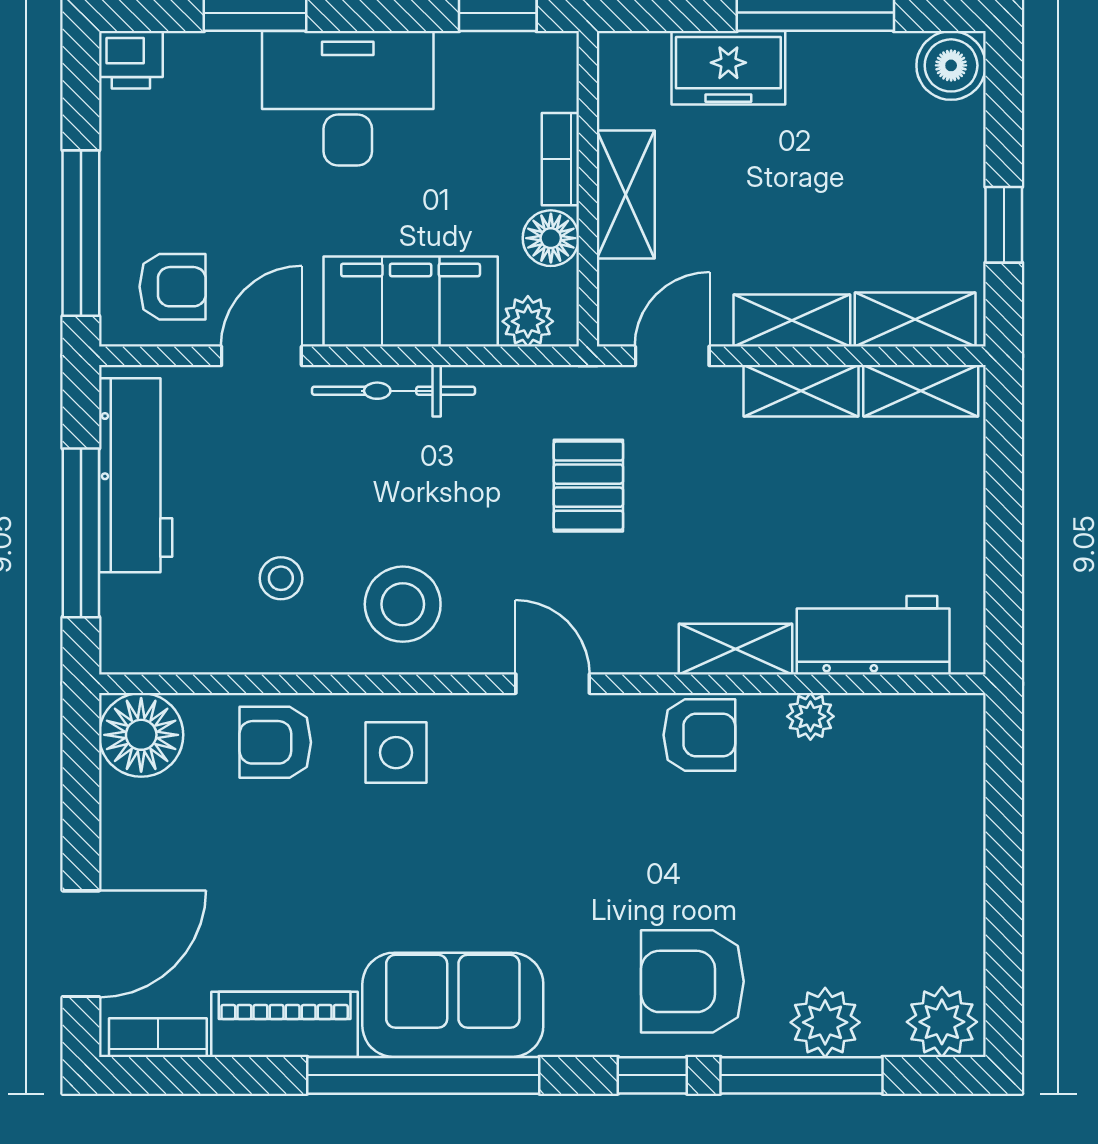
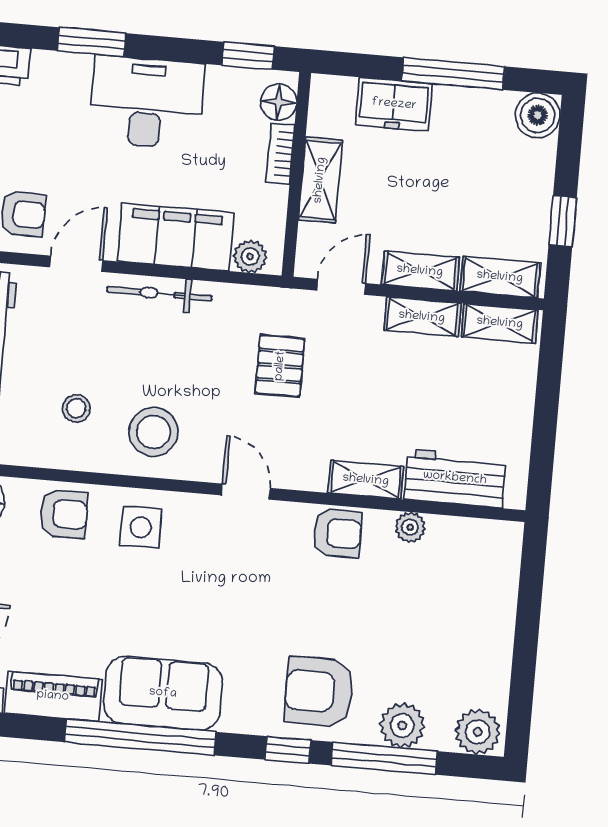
floor lamp: (551, 238) -> (279, 102), moved
armchair: (275, 742) -> (63, 514), turned 180

